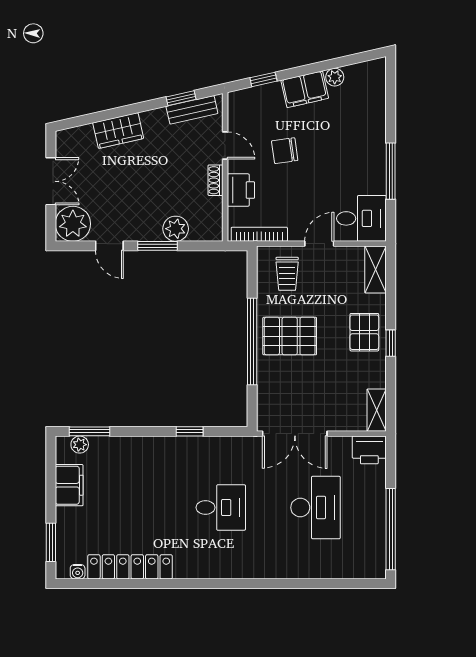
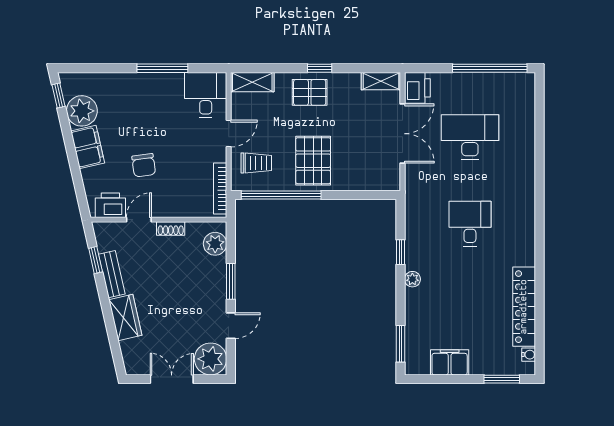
plant: (335, 77) -> (82, 111), width x1.87, depth x1.87
window: (263, 79) -> (58, 96), moved
bench: (192, 110) -> (112, 274), moved
printer: (241, 190) -> (110, 205), moved
plant: (176, 229) -> (215, 244), moved
door: (319, 244) -> (229, 134), swing flipped
window: (252, 341) -> (281, 195), moved
double door: (295, 434) -> (402, 134), moved
plant: (80, 445) -> (412, 279), moved

